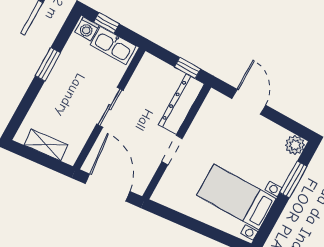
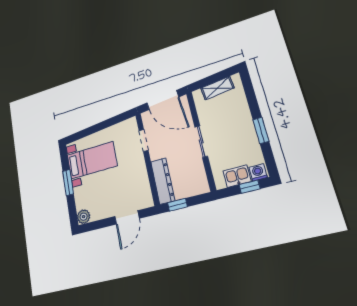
kitchen sink: (113, 45) -> (237, 176), width x0.73
door: (249, 102) -> (127, 217), hinge flipped
doorway: (172, 150) -> (143, 140), moved
window: (293, 180) -> (68, 183), moved

